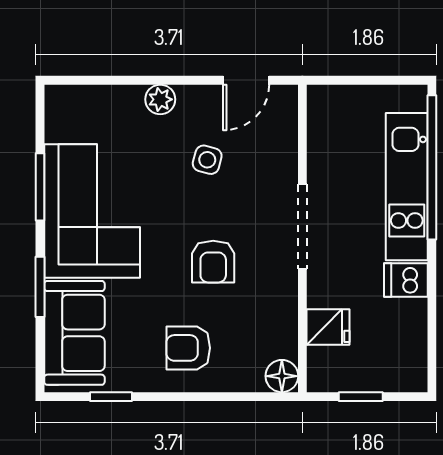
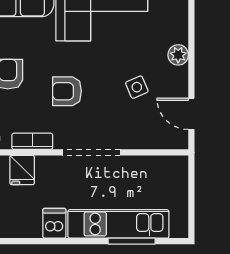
side table: (207, 160) -> (137, 87), turned -38
window: (432, 167) -> (132, 241), width x0.47
bookcase: (286, 312) -> (32, 141), added

